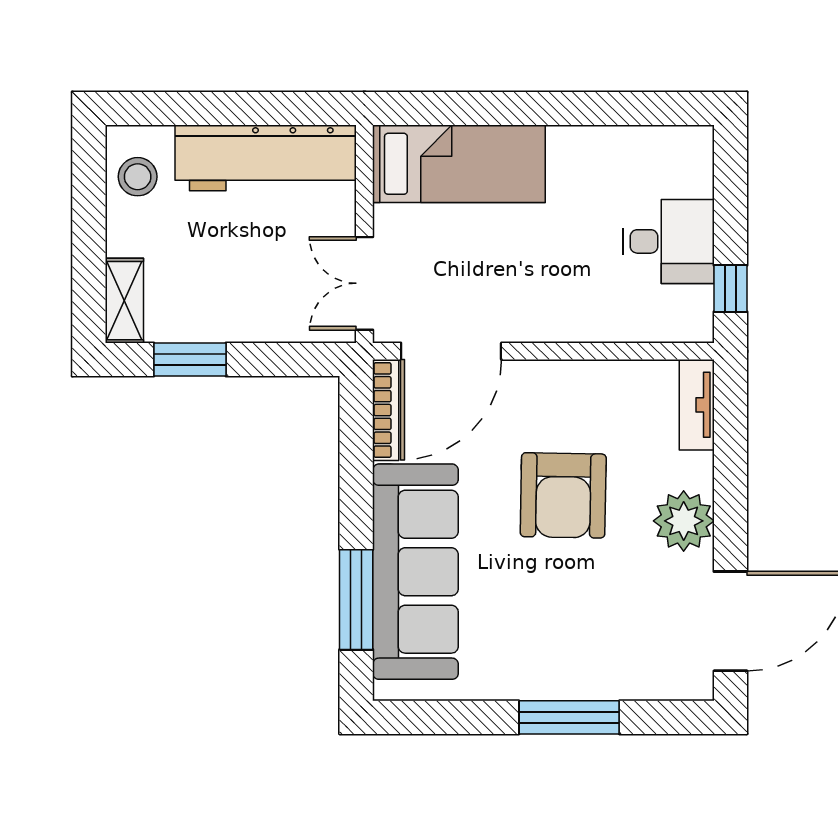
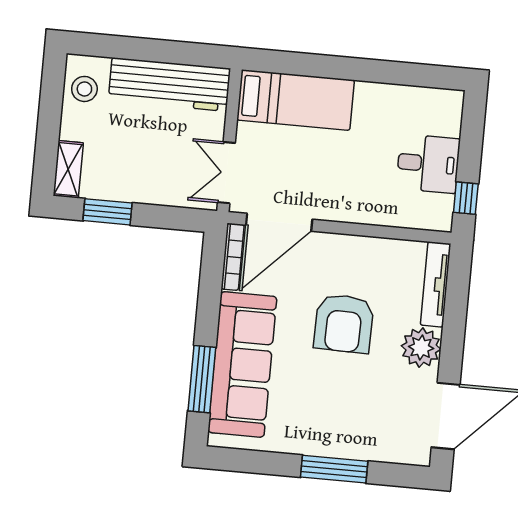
tv unit: (697, 405) -> (436, 284), width x1.41

